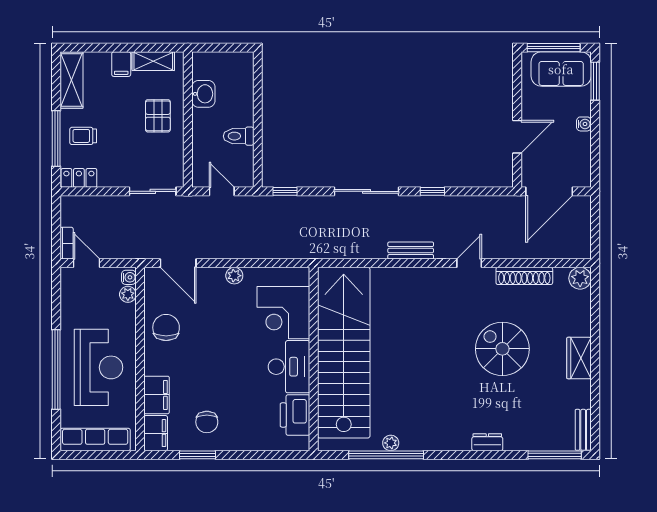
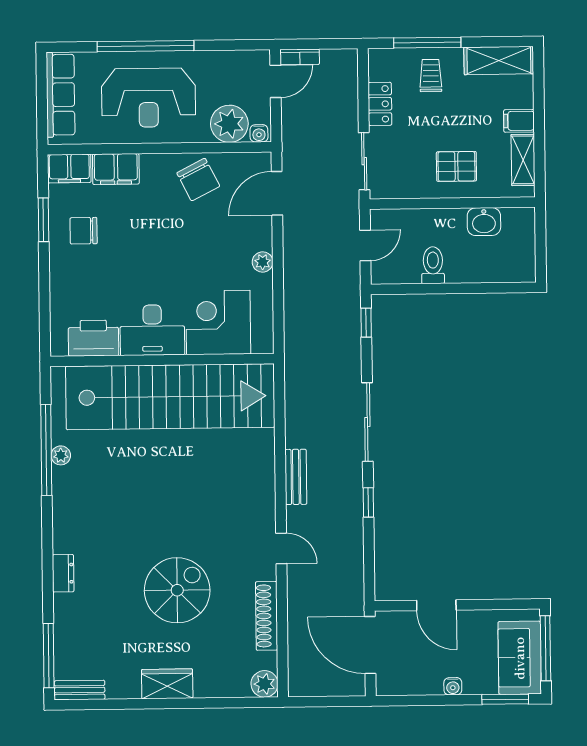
locker: (79, 178) -> (380, 104), moved
plant: (128, 294) -> (229, 124), width x1.87, depth x1.87
chair: (166, 328) -> (198, 180), turned 63

